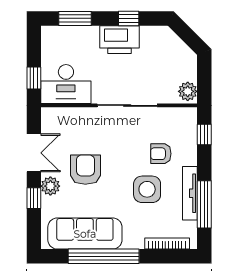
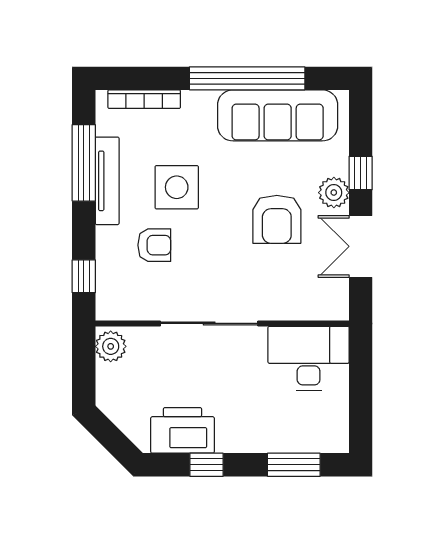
printer: (119, 40) -> (183, 430), moved
window: (34, 78) -> (361, 368), removed

